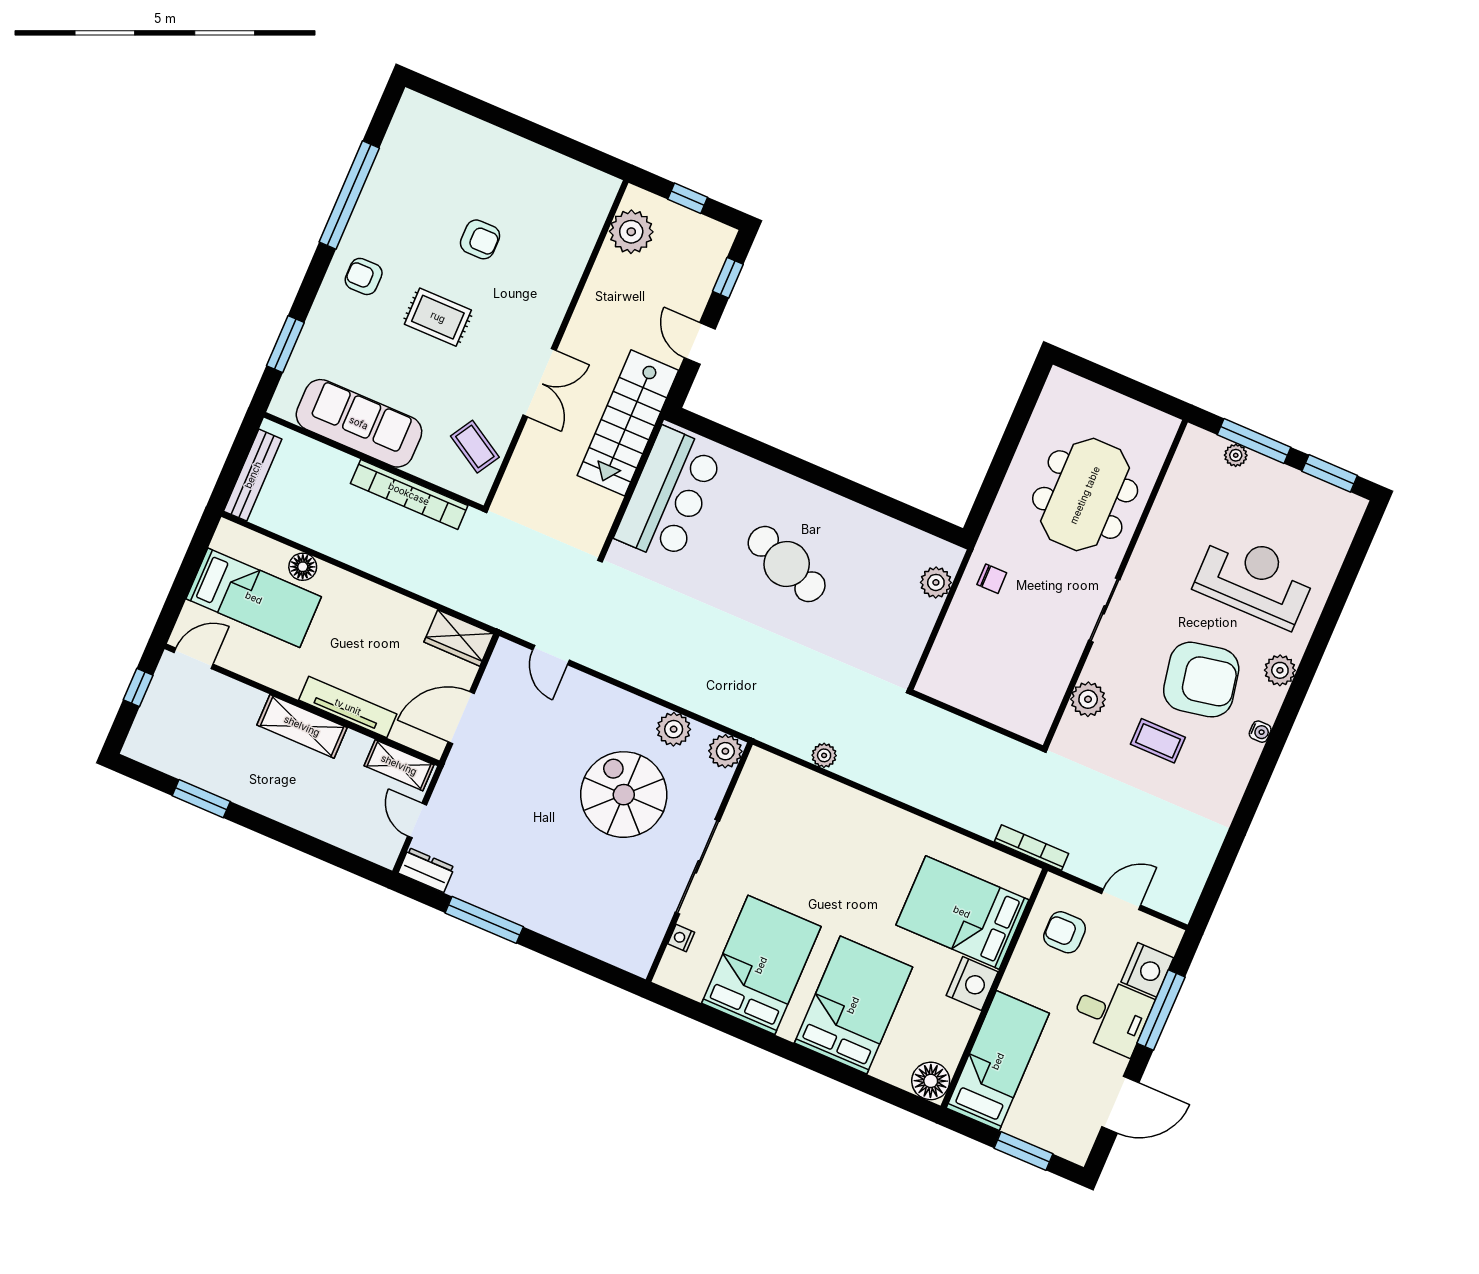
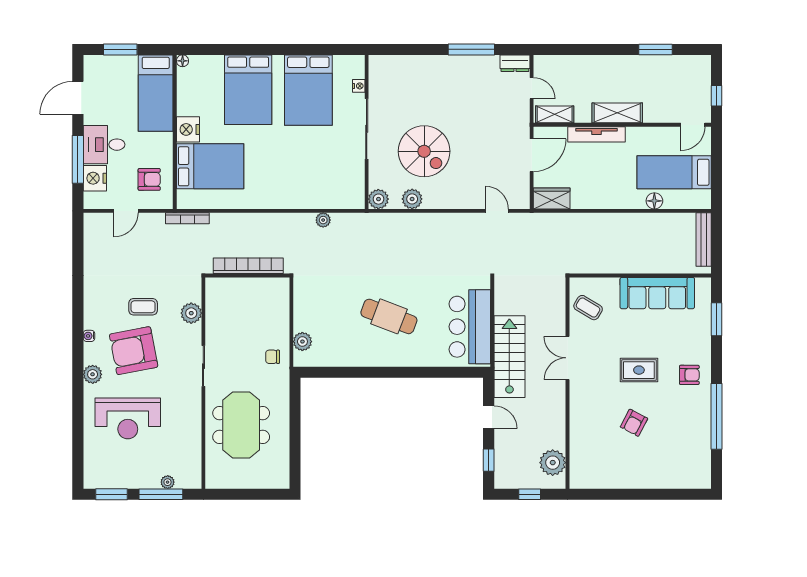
armchair: (480, 239) -> (634, 423), turned -62
bookcase: (409, 494) -> (248, 266), moved
floor lamp: (931, 1081) -> (183, 61), width x0.53, depth x0.53

